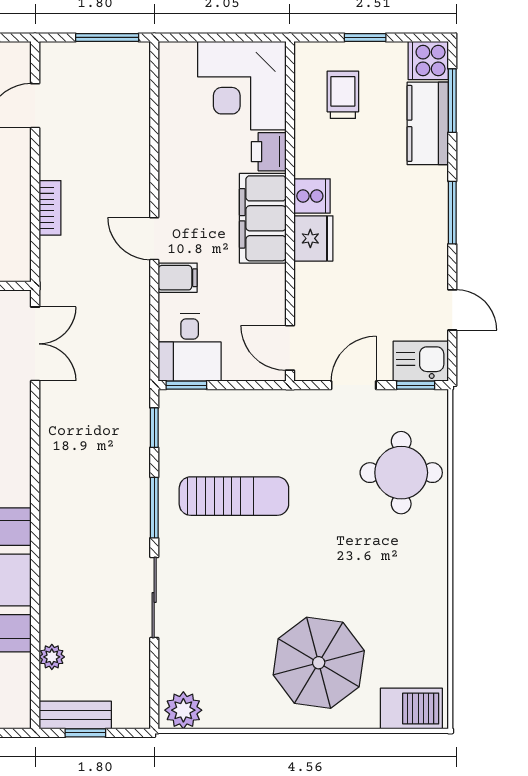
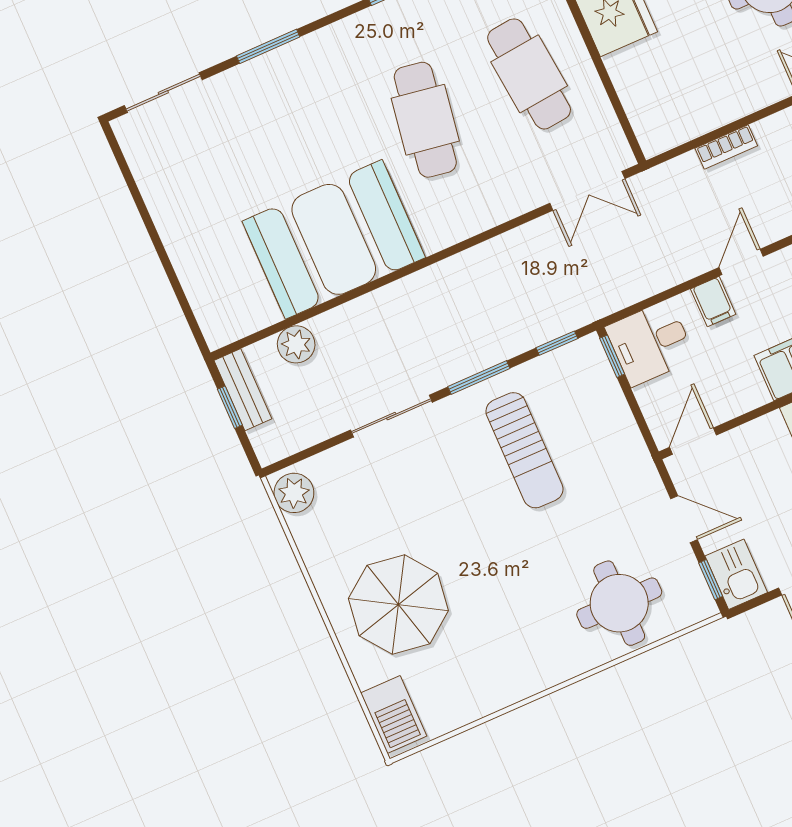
plant: (52, 657) -> (296, 344), width x1.38, depth x1.38

